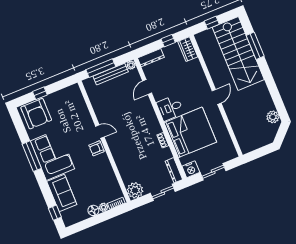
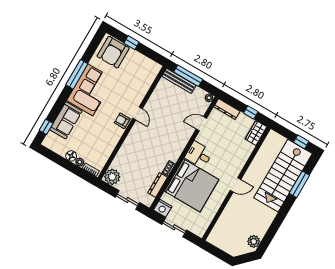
window: (212, 23) -> (301, 142), moved
bench: (111, 74) -> (179, 81), moved
dresser: (174, 170) -> (158, 185), moved

